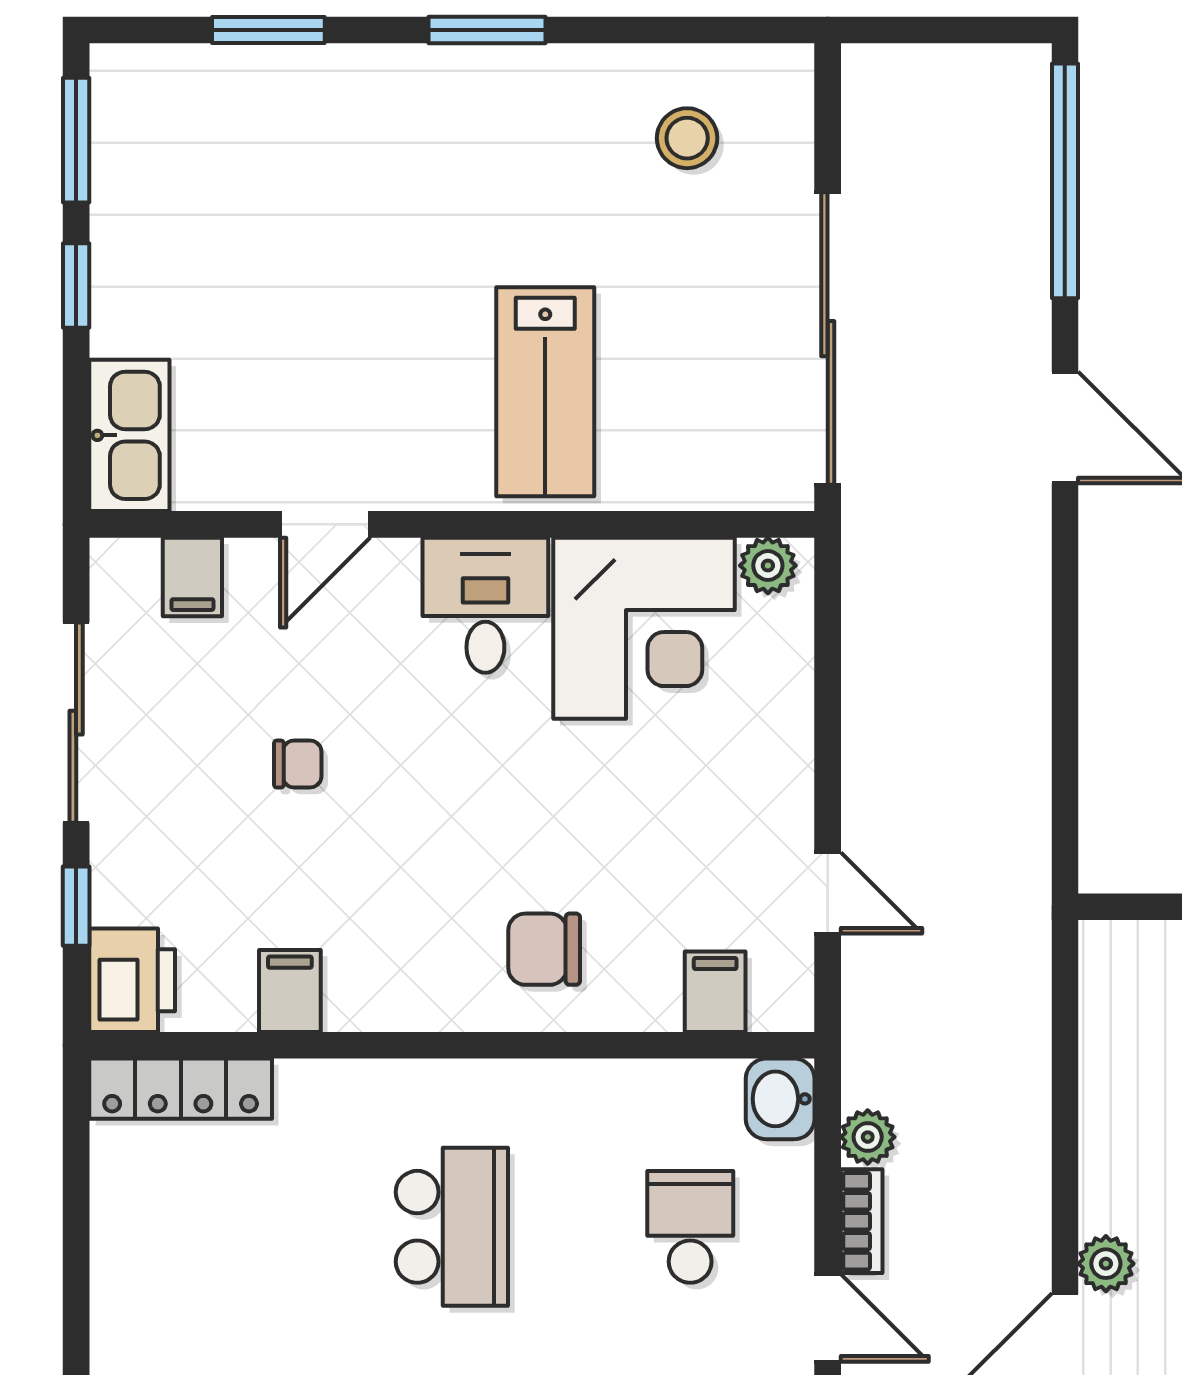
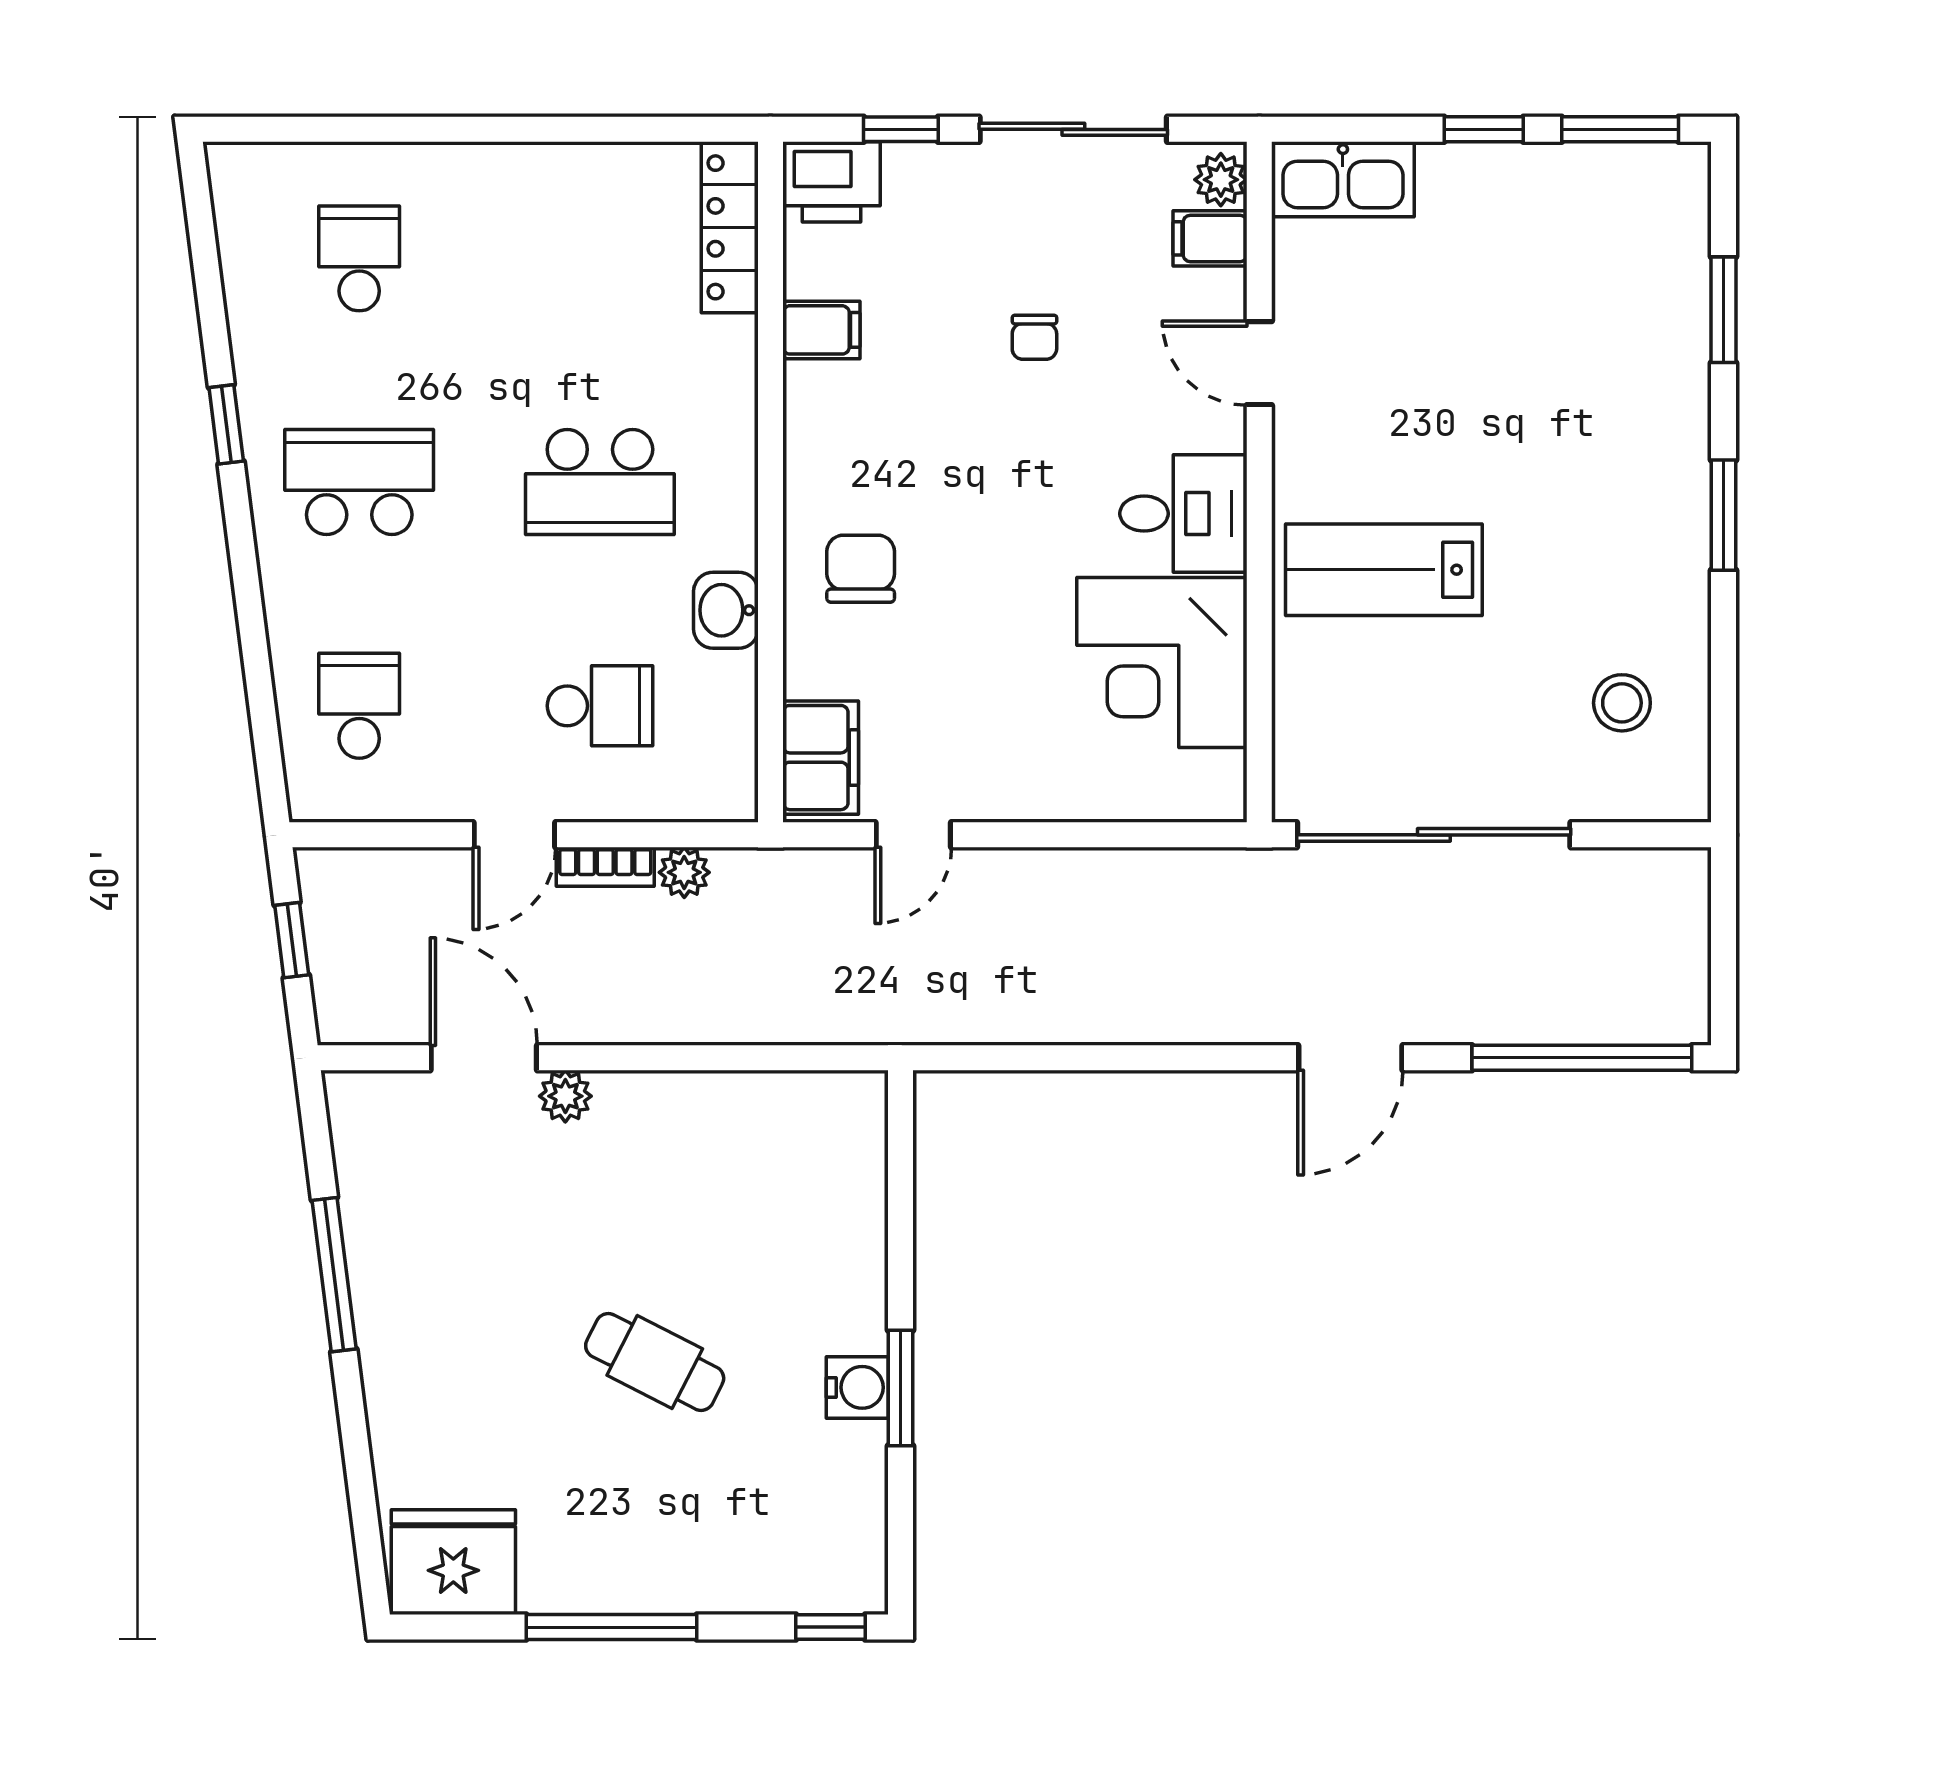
plant: (768, 566) -> (1221, 180), moved
filing cabinet: (715, 992) -> (821, 758), width x2.00
washbasin: (780, 1099) -> (726, 610), moved, turned -90

